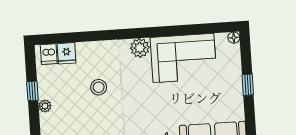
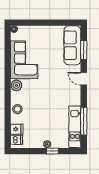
window: (248, 85) -> (43, 23), removed
stool: (99, 87) -> (17, 109), moved
window: (32, 91) -> (52, 151), moved

